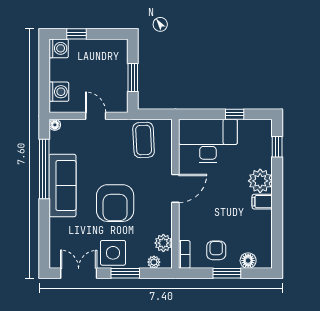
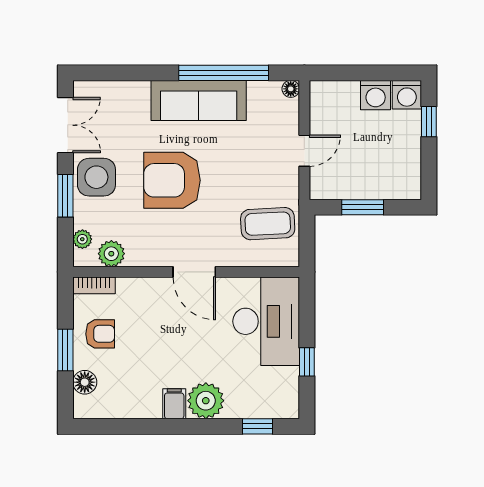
washing machine: (59, 92) -> (376, 95), moved

